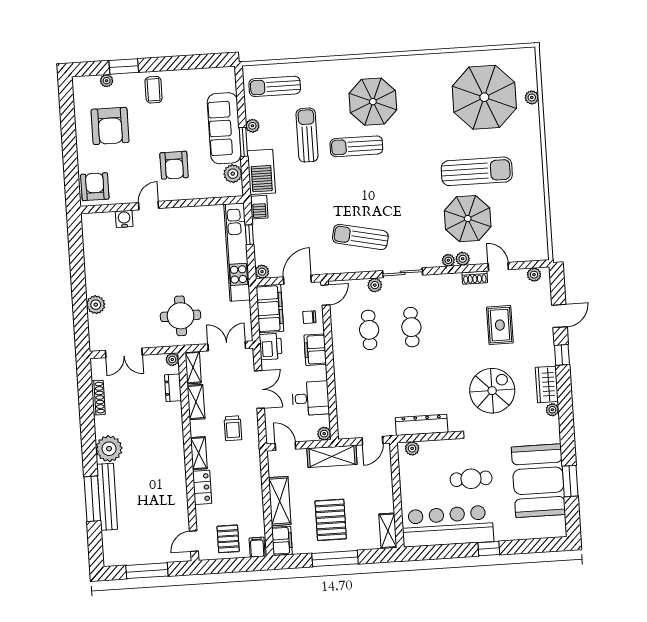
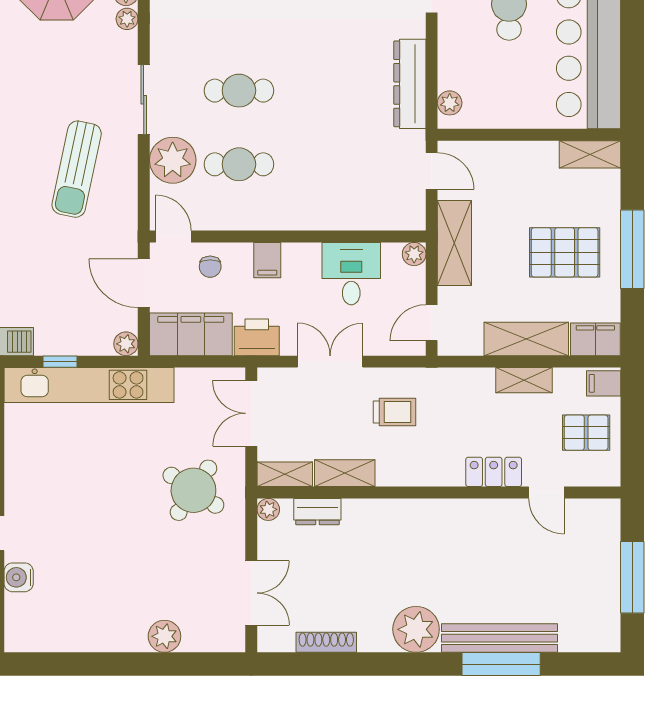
plant: (375, 285) -> (173, 160), width x1.88, depth x1.88
round table: (181, 316) -> (193, 490), turned 34
filing cabinet: (315, 350) -> (267, 260), width x0.50
shelving: (199, 453) -> (524, 380), moved
door: (194, 541) -> (546, 492), moved

